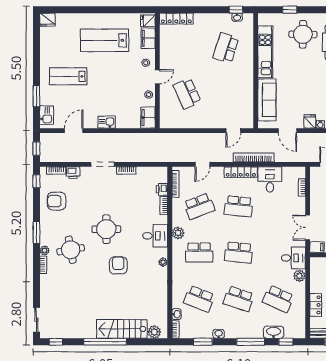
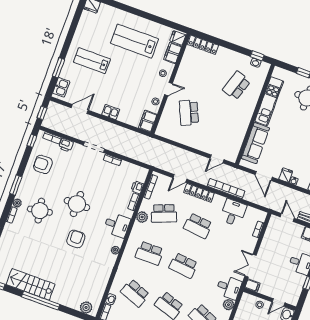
locker: (241, 172) -> (199, 193), moved
plant: (178, 233) -> (142, 217), moved
stairs: (122, 329) -> (31, 284), moved

